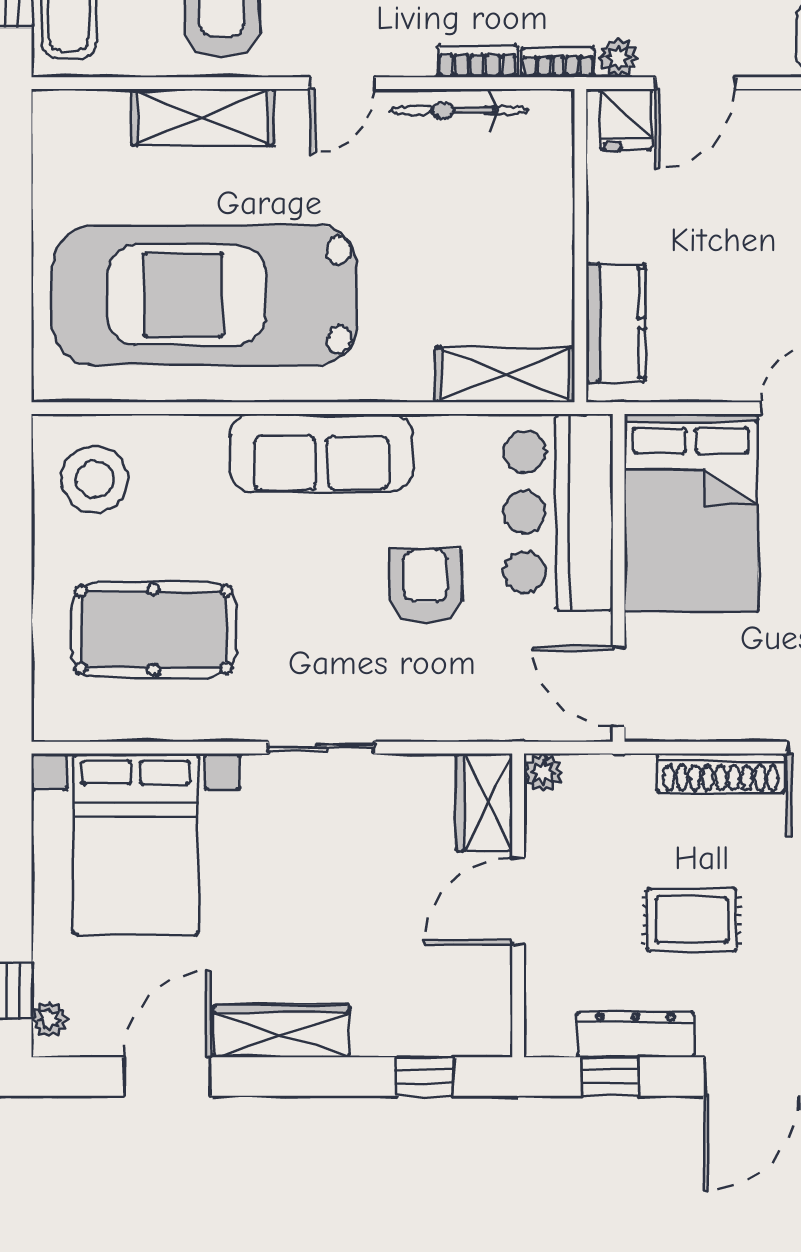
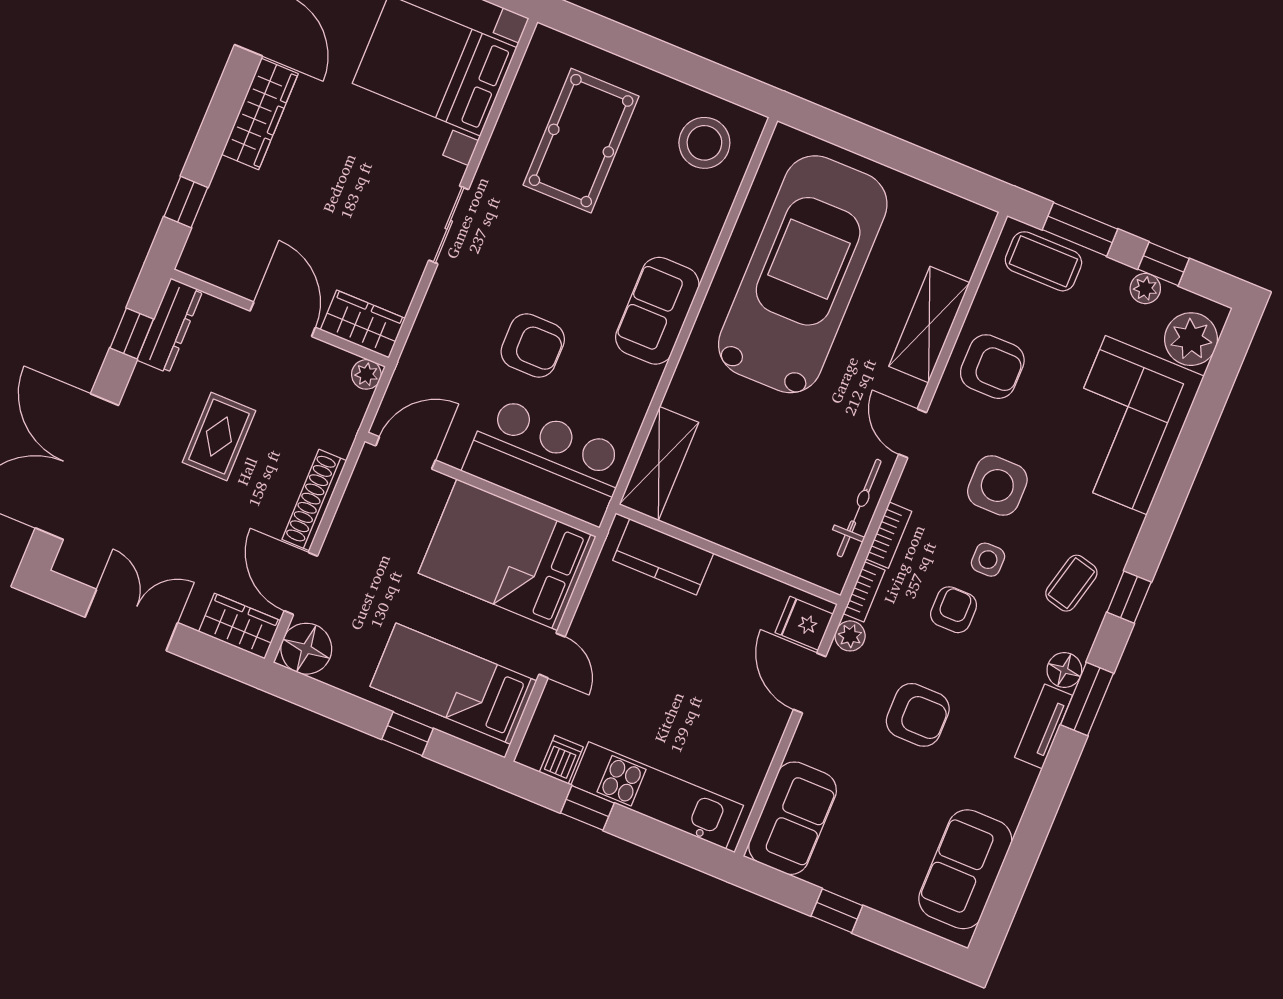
sofa: (321, 453) -> (657, 311), width x0.73
dresser: (635, 1035) -> (170, 326), moved

